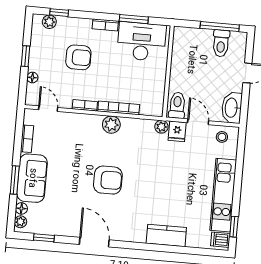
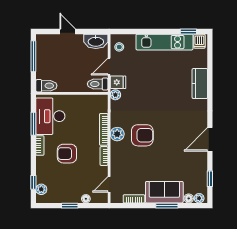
toilet: (221, 43) -> (46, 86), moved
armchair: (78, 57) -> (67, 154), moved, turned -90
armchair: (108, 180) -> (142, 135), moved, turned 90

